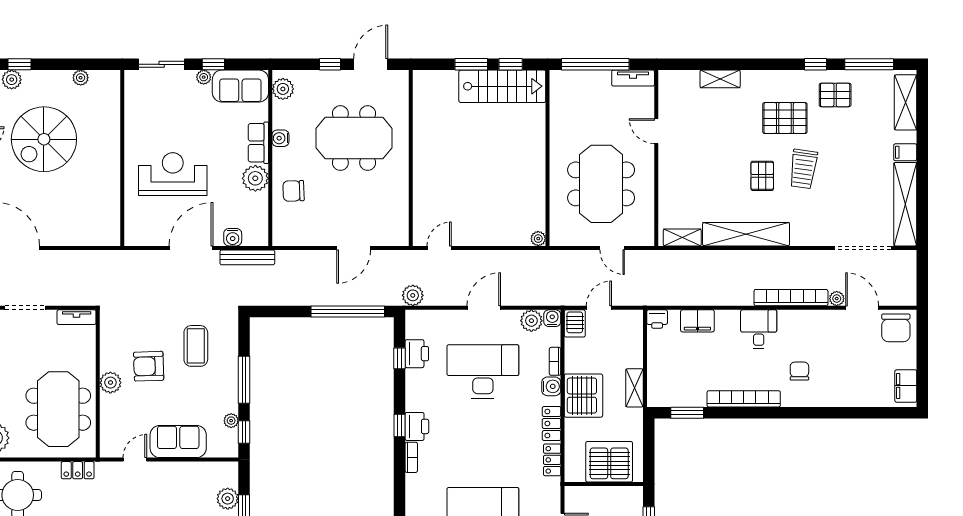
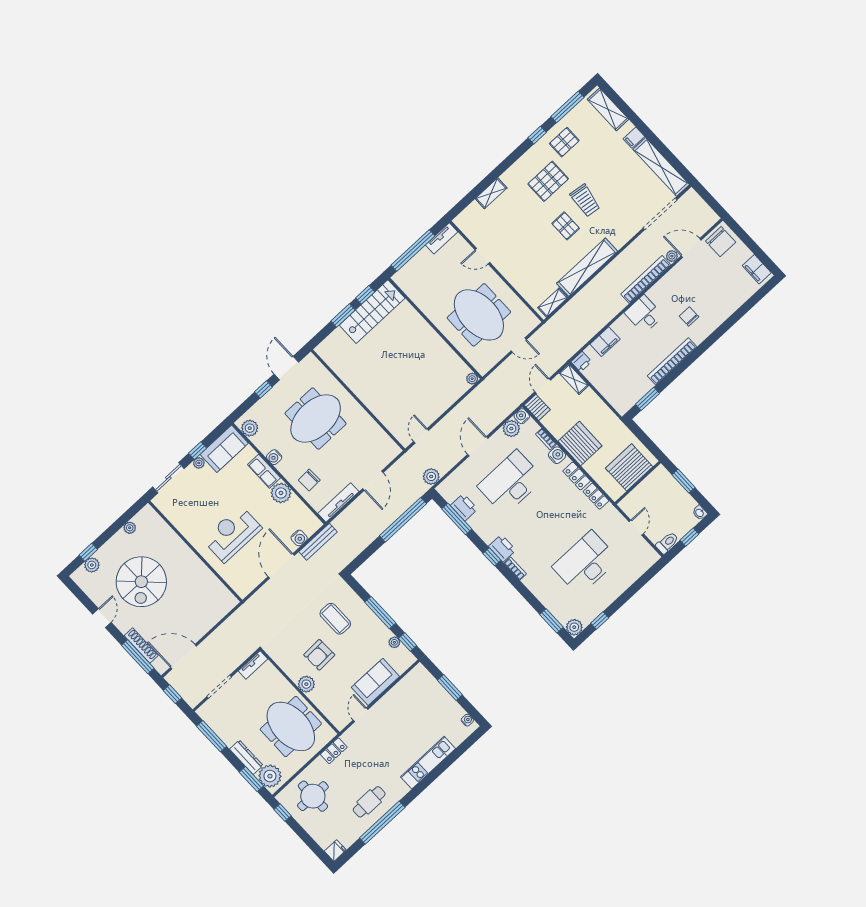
tv unit: (301, 238) -> (338, 503), added
window: (400, 358) -> (457, 519), width x2.17
shelving: (634, 388) -> (574, 379), moved
plant: (228, 499) -> (433, 688), removed

